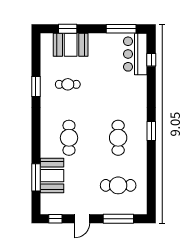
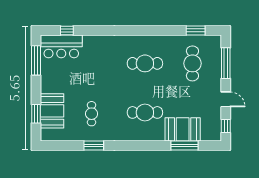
window: (151, 131) -> (196, 30), moved

